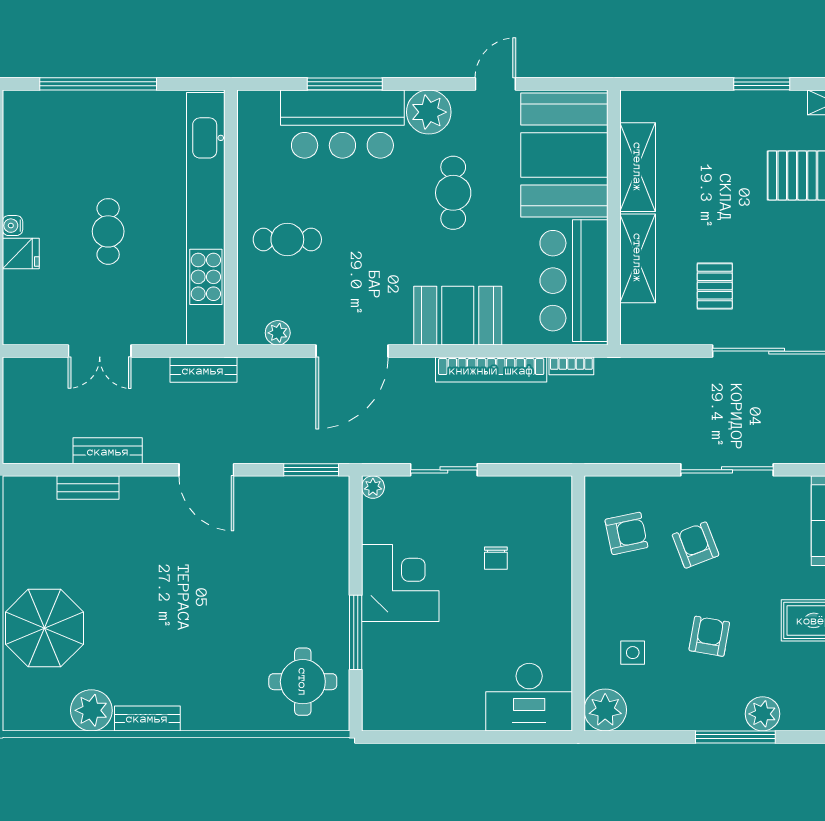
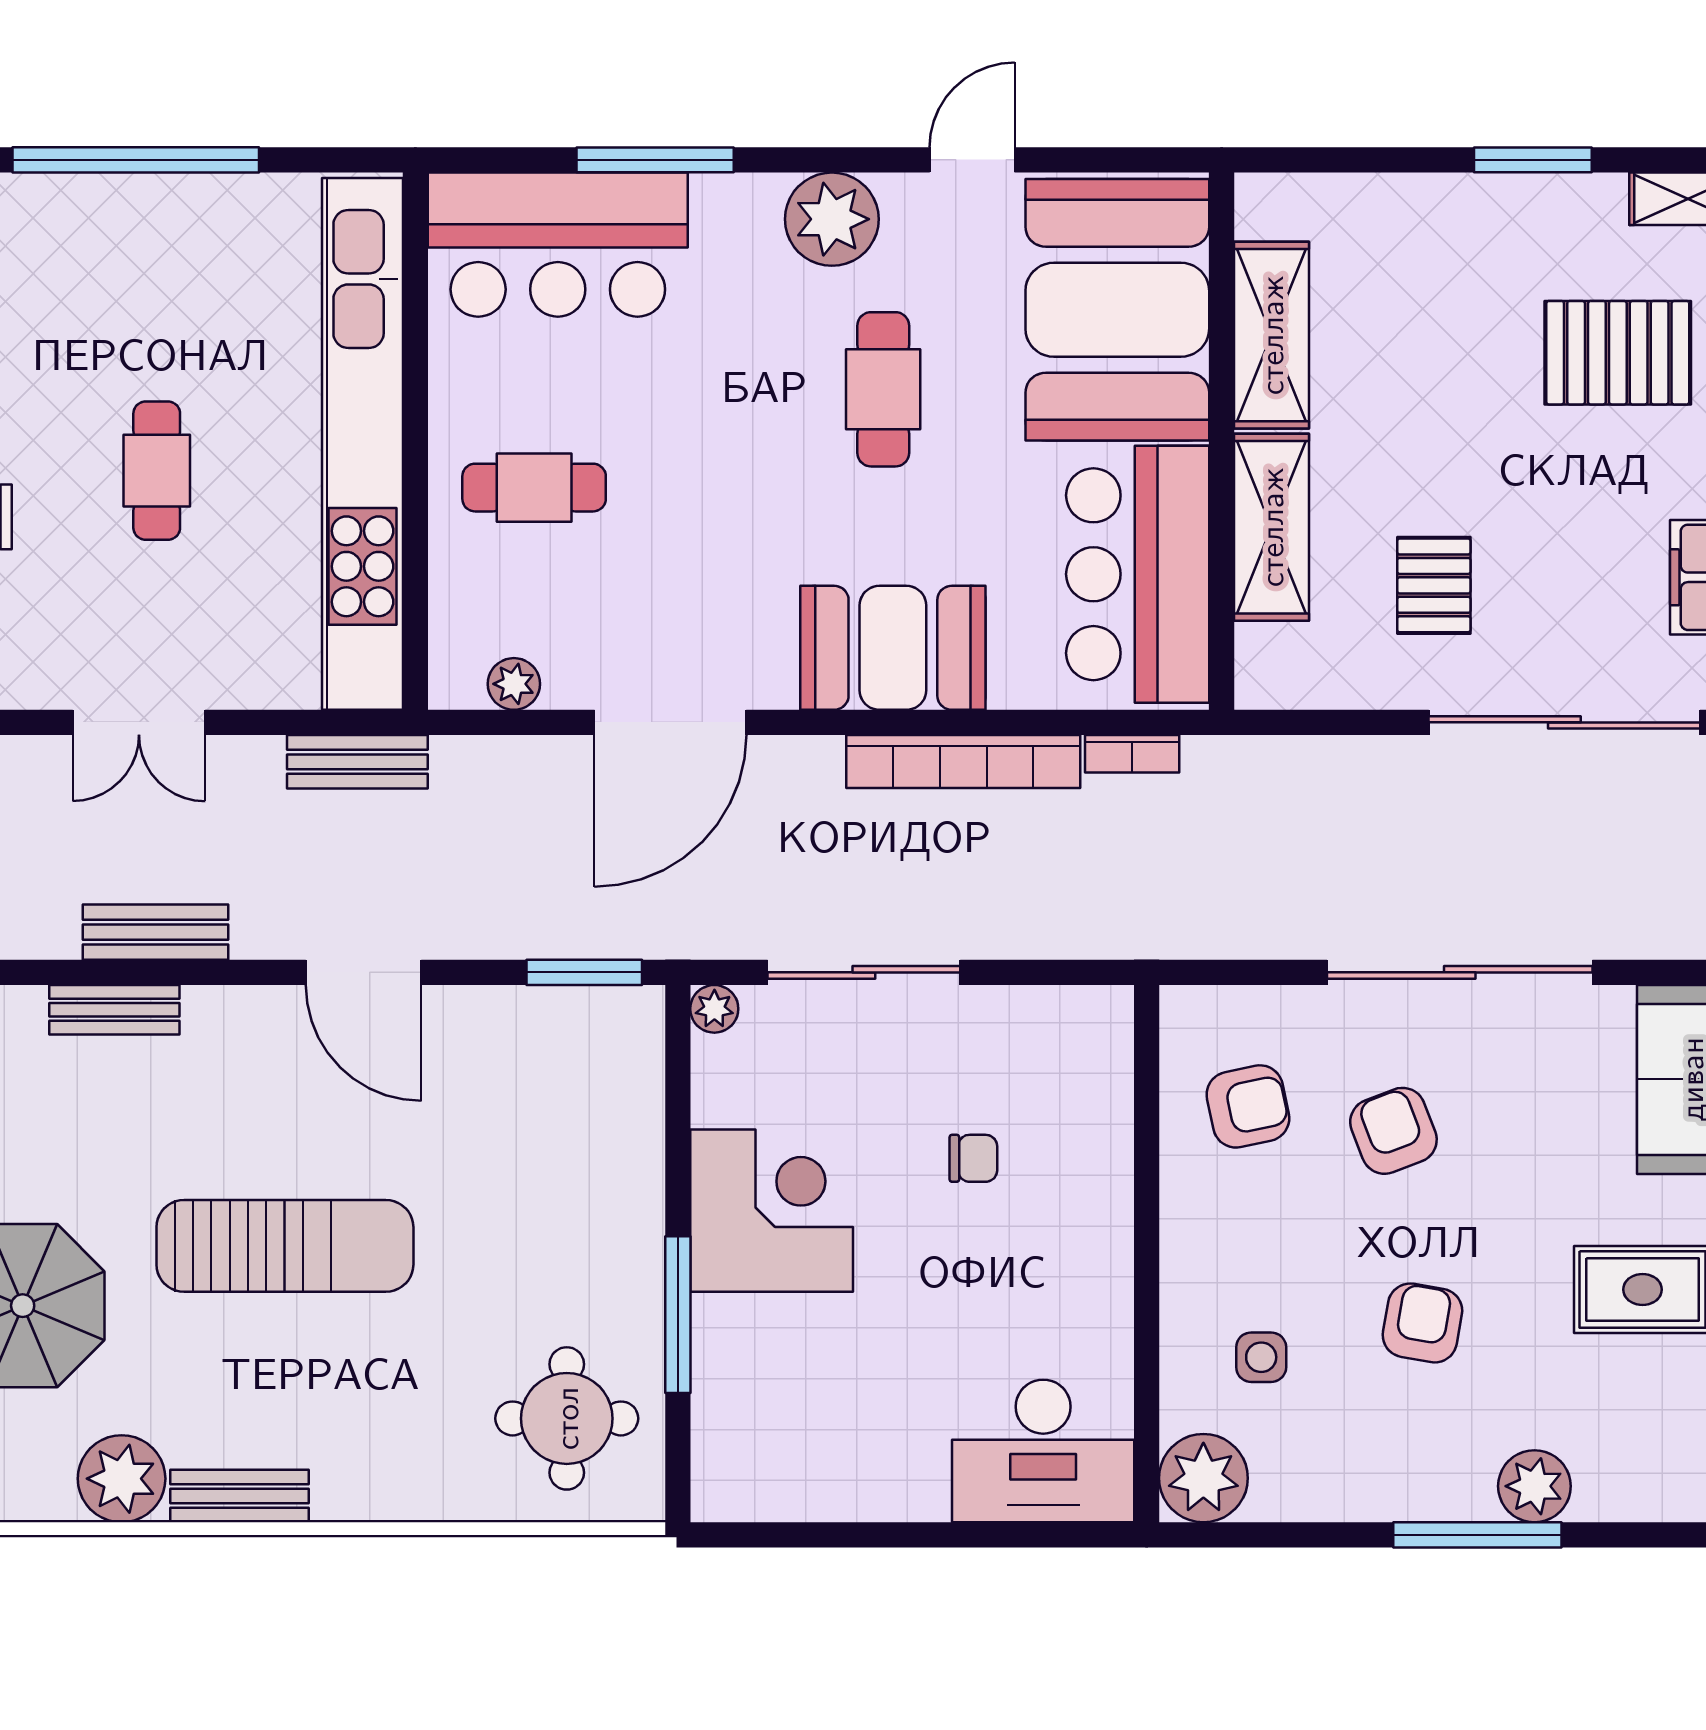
bar counter: (342, 124) -> (558, 245), moved
sliding door: (444, 470) -> (864, 972), width x1.37
sliding door: (727, 470) -> (1460, 972), width x1.36
chair: (496, 558) -> (973, 1158), turned -90
sun lounger: (169, 600) -> (285, 1246), added

